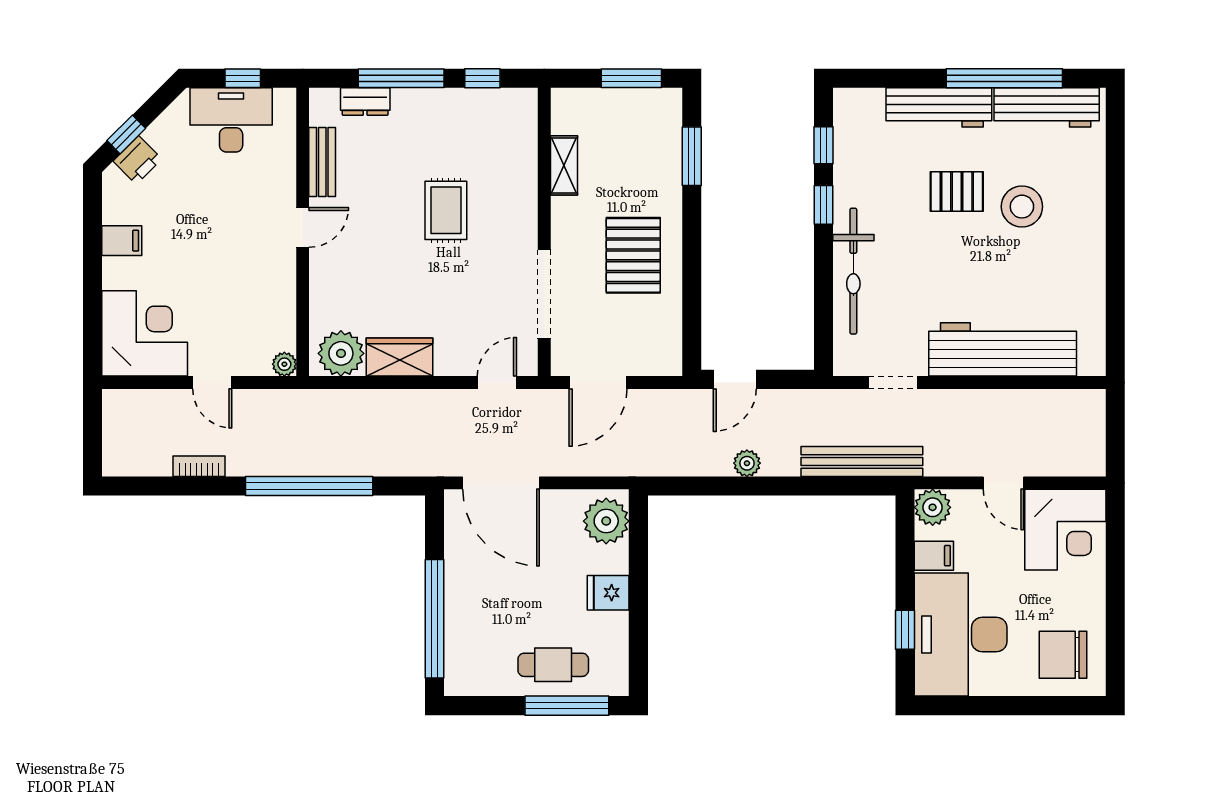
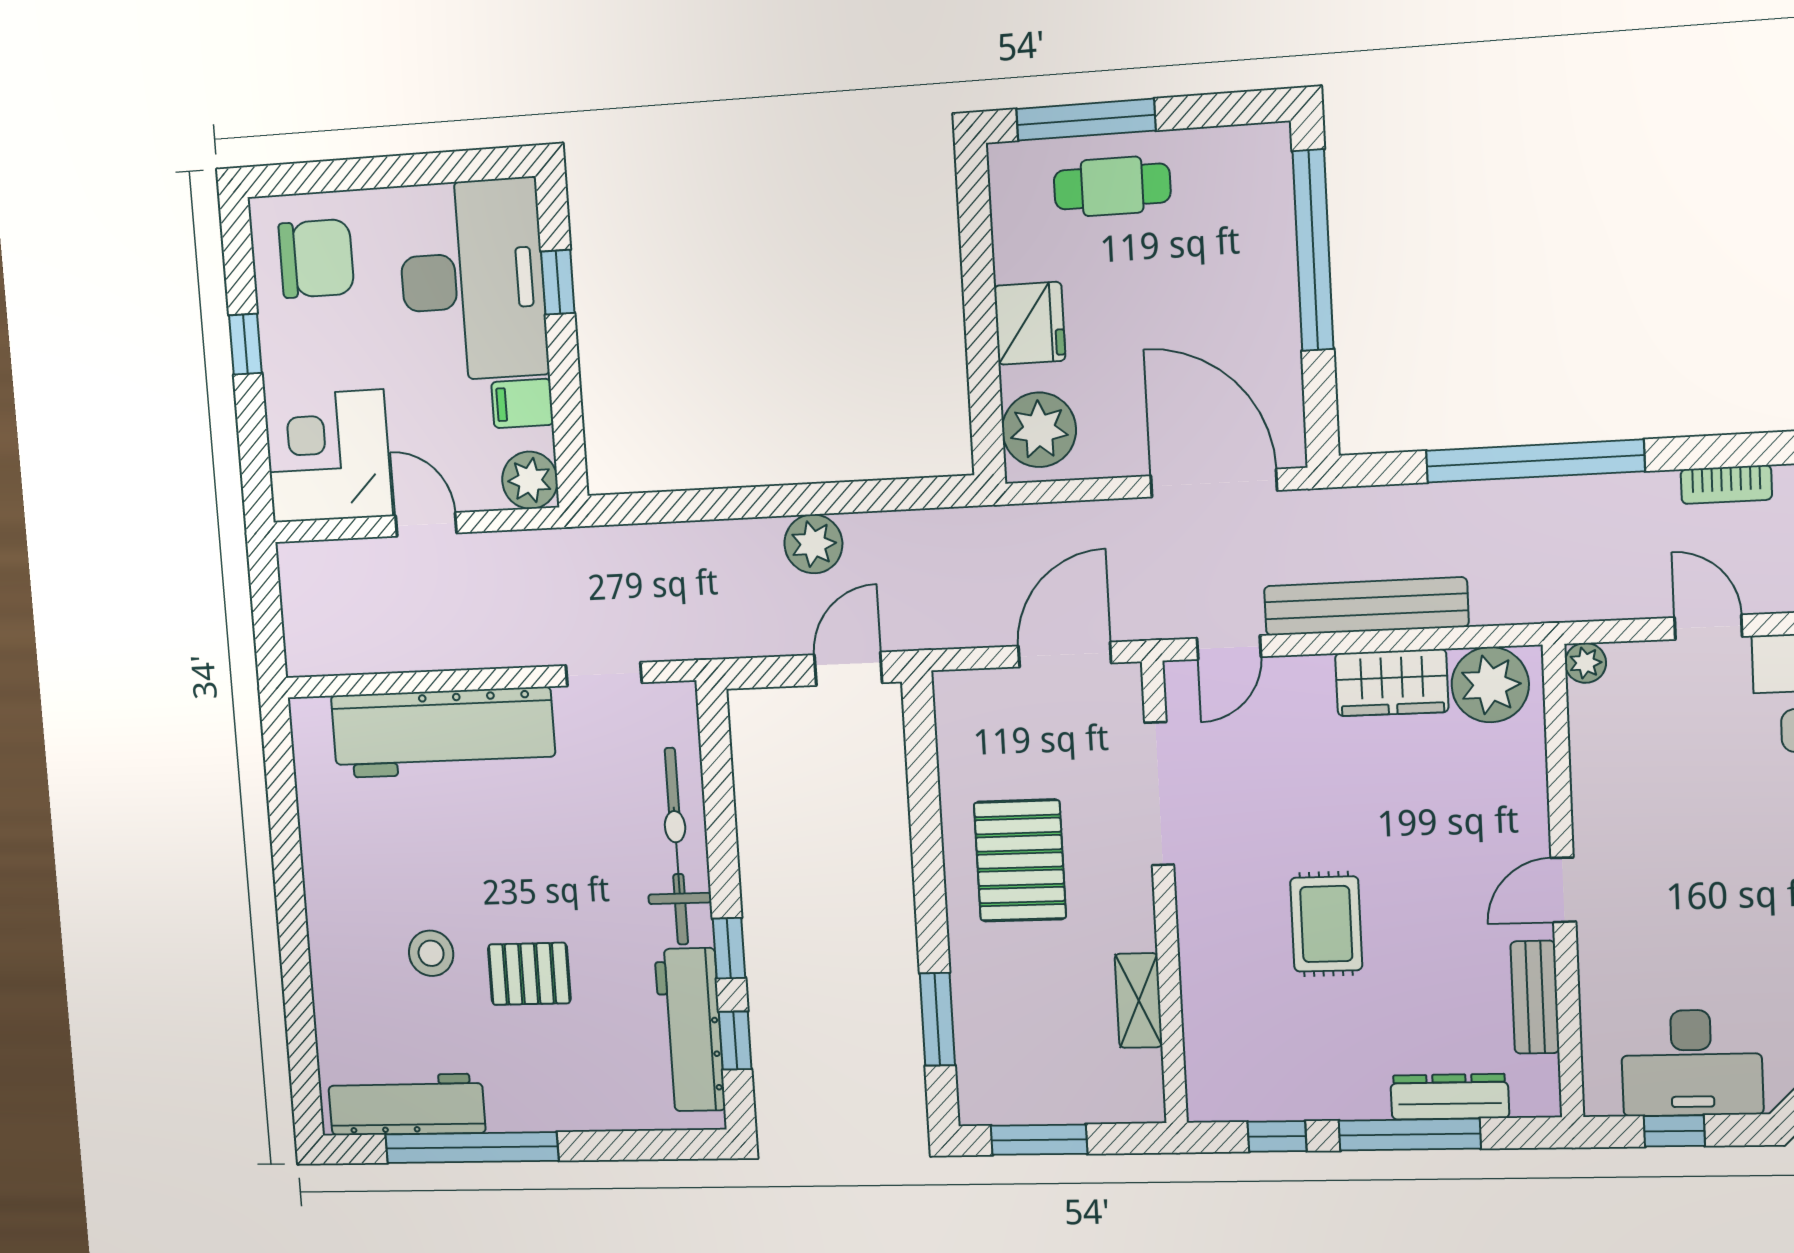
dresser: (365, 101) -> (1450, 1097), width x1.44
workbench: (939, 107) -> (690, 1030), moved, turned -90
stool: (1022, 207) -> (431, 953), width x0.73, depth x0.73
bench: (862, 462) -> (1366, 606), moved
plant: (747, 463) -> (813, 544), width x1.38, depth x1.38
fridge: (608, 593) -> (1030, 323), width x1.38
window: (1115, 604) -> (245, 344), added

